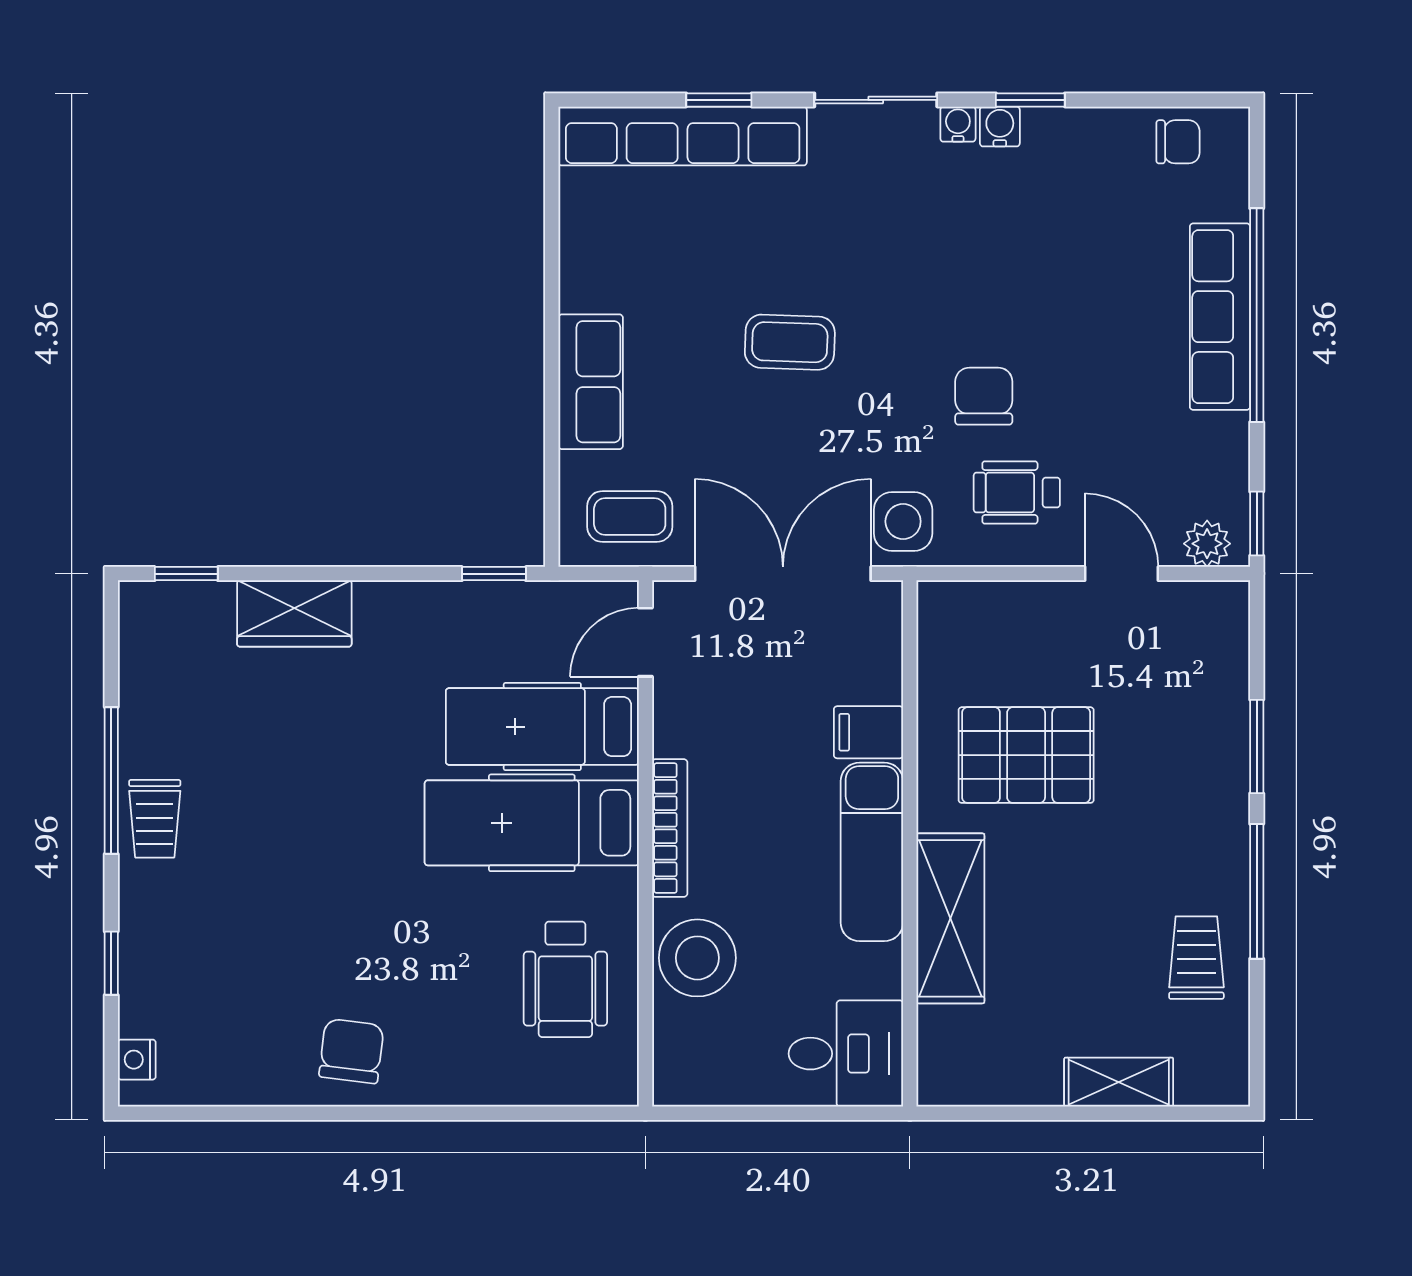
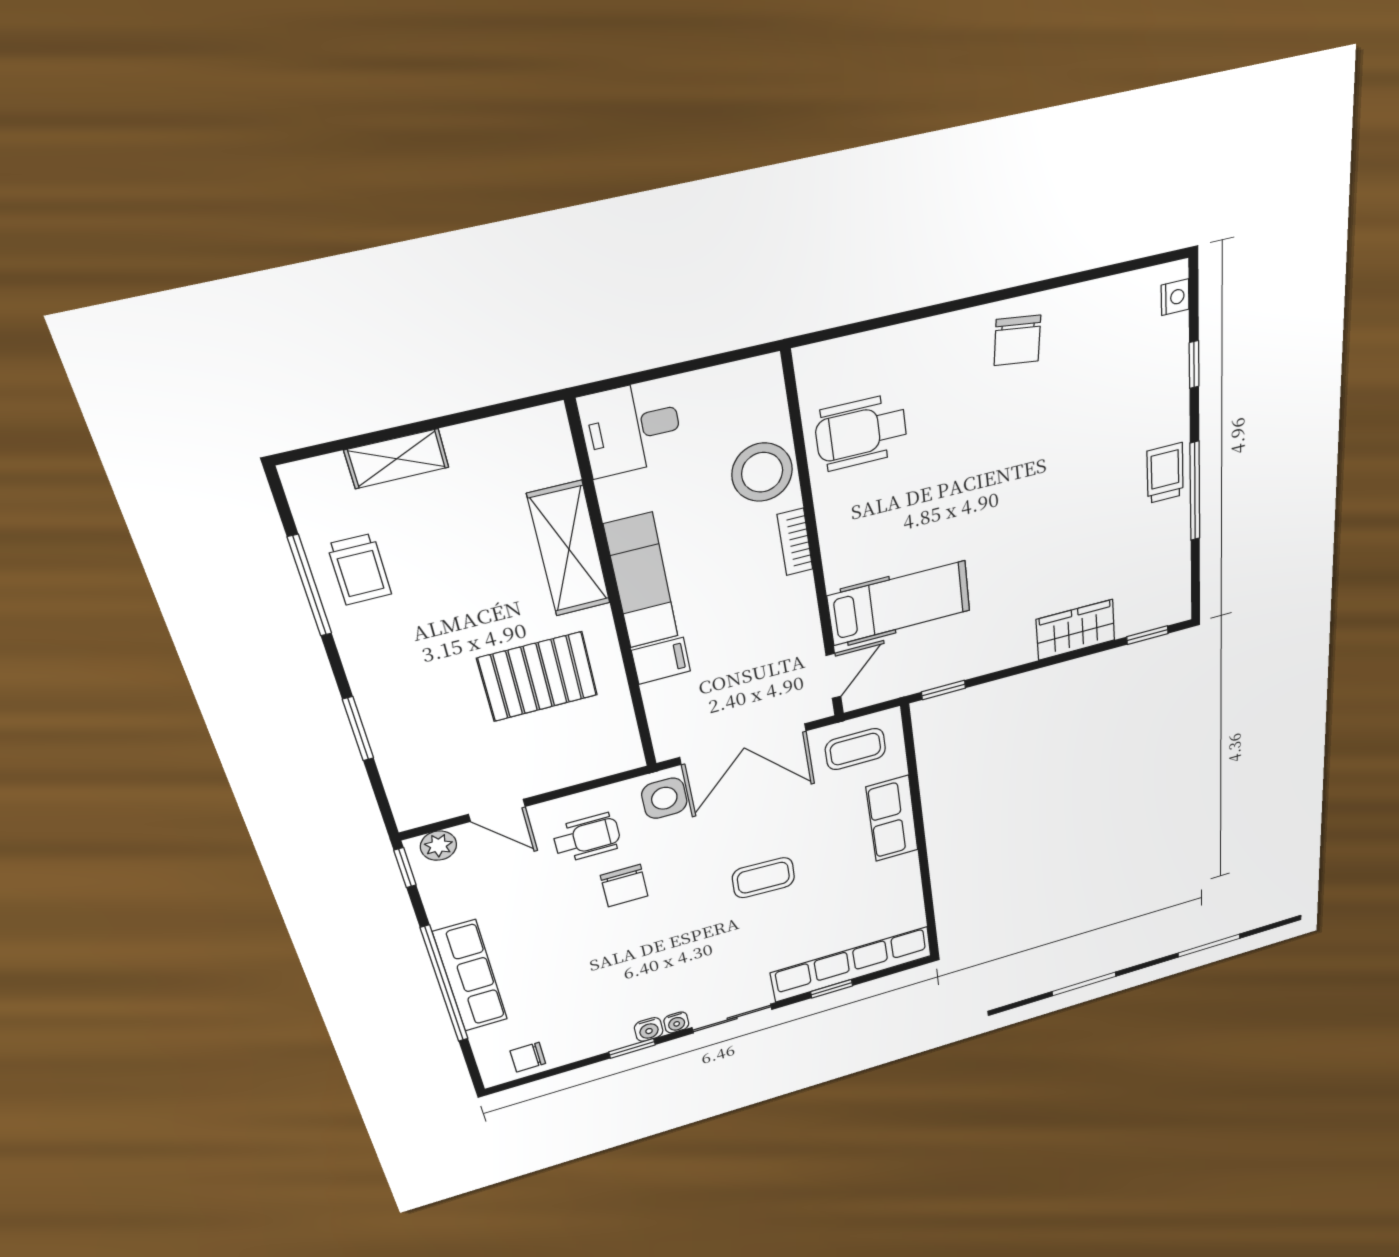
hospital bed: (532, 823) -> (899, 537), removed
bookcase: (670, 828) -> (795, 542), width x0.64
window: (1257, 891) -> (310, 586), moved
wheelchair: (565, 979) -> (861, 432), turned -90

